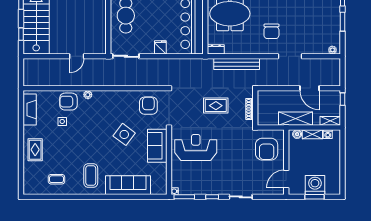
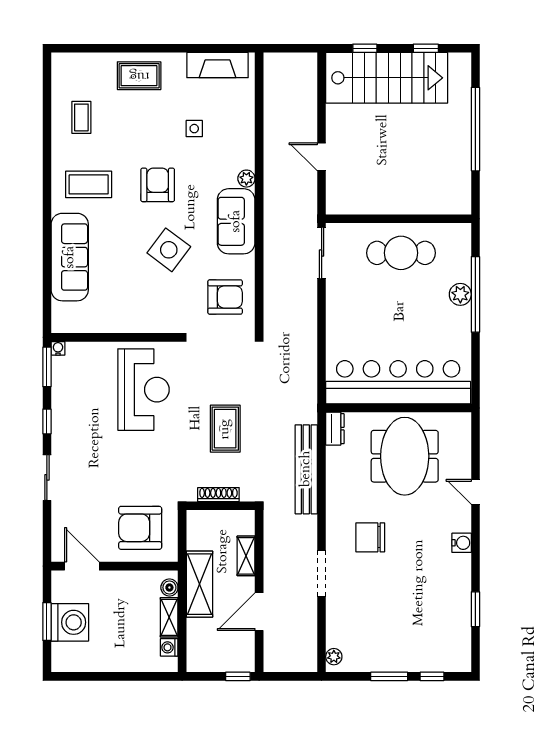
fridge: (160, 47) -> (339, 321), removed
armchair: (68, 102) -> (158, 185), moved
shelving: (330, 121) -> (246, 556), moved
sofa: (157, 146) -> (236, 221), moved, turned -90

